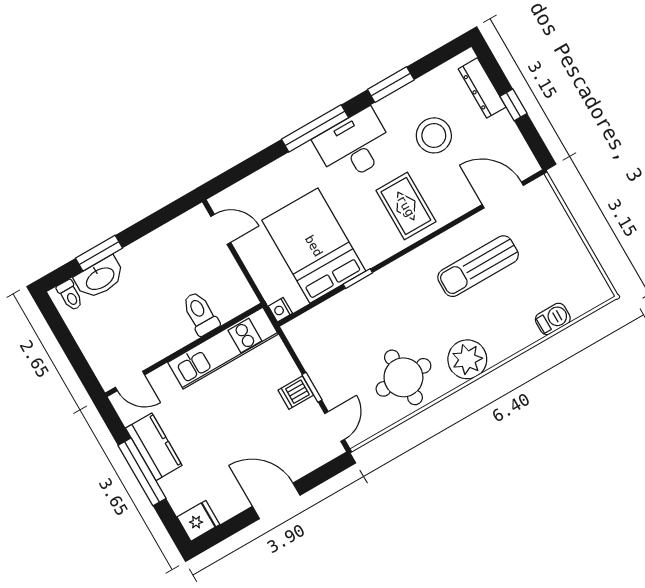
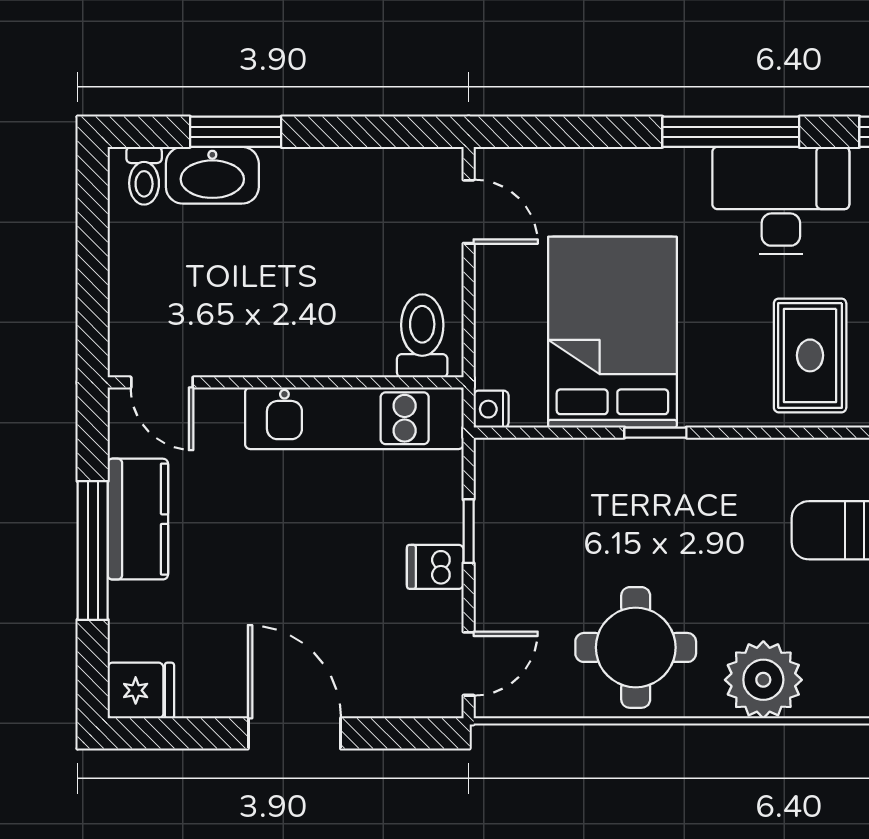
toilet: (200, 313) -> (422, 336), moved
window: (312, 387) -> (469, 531), moved

